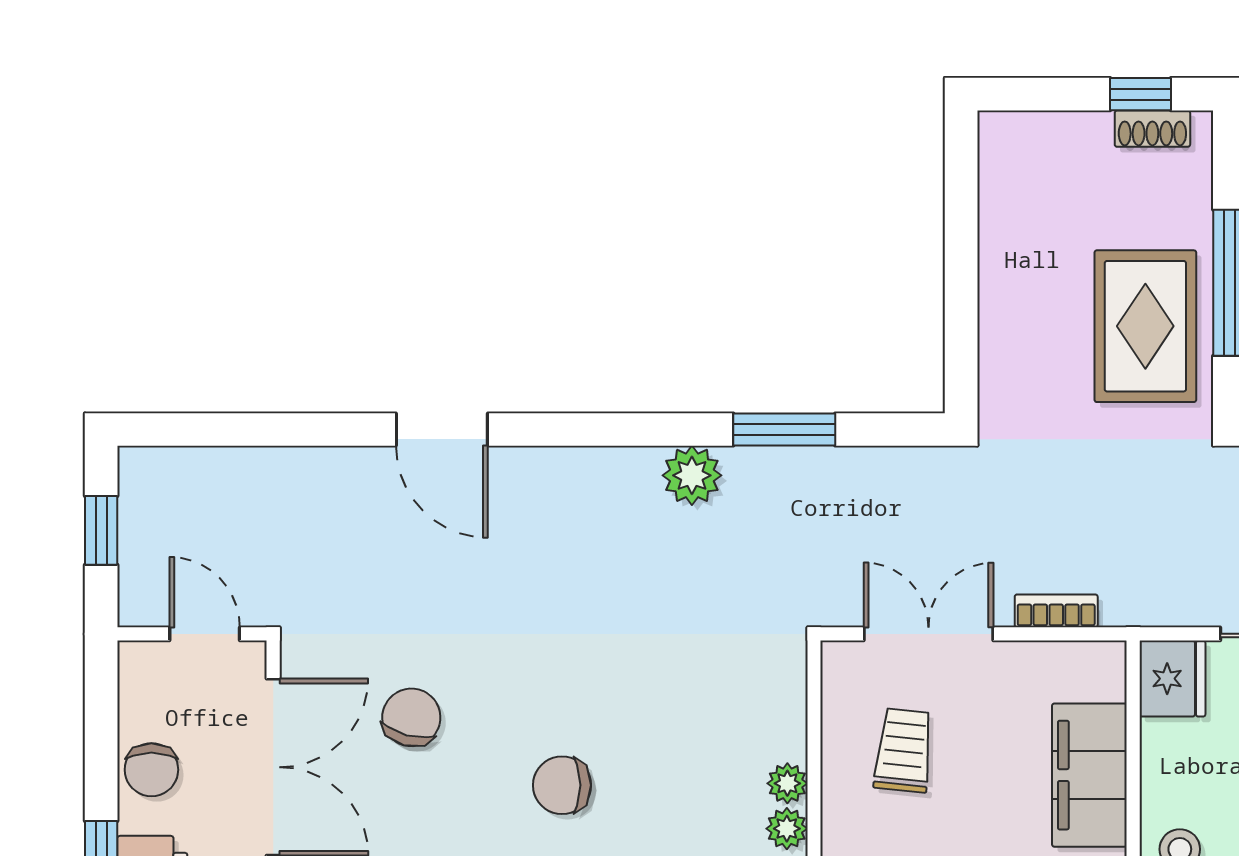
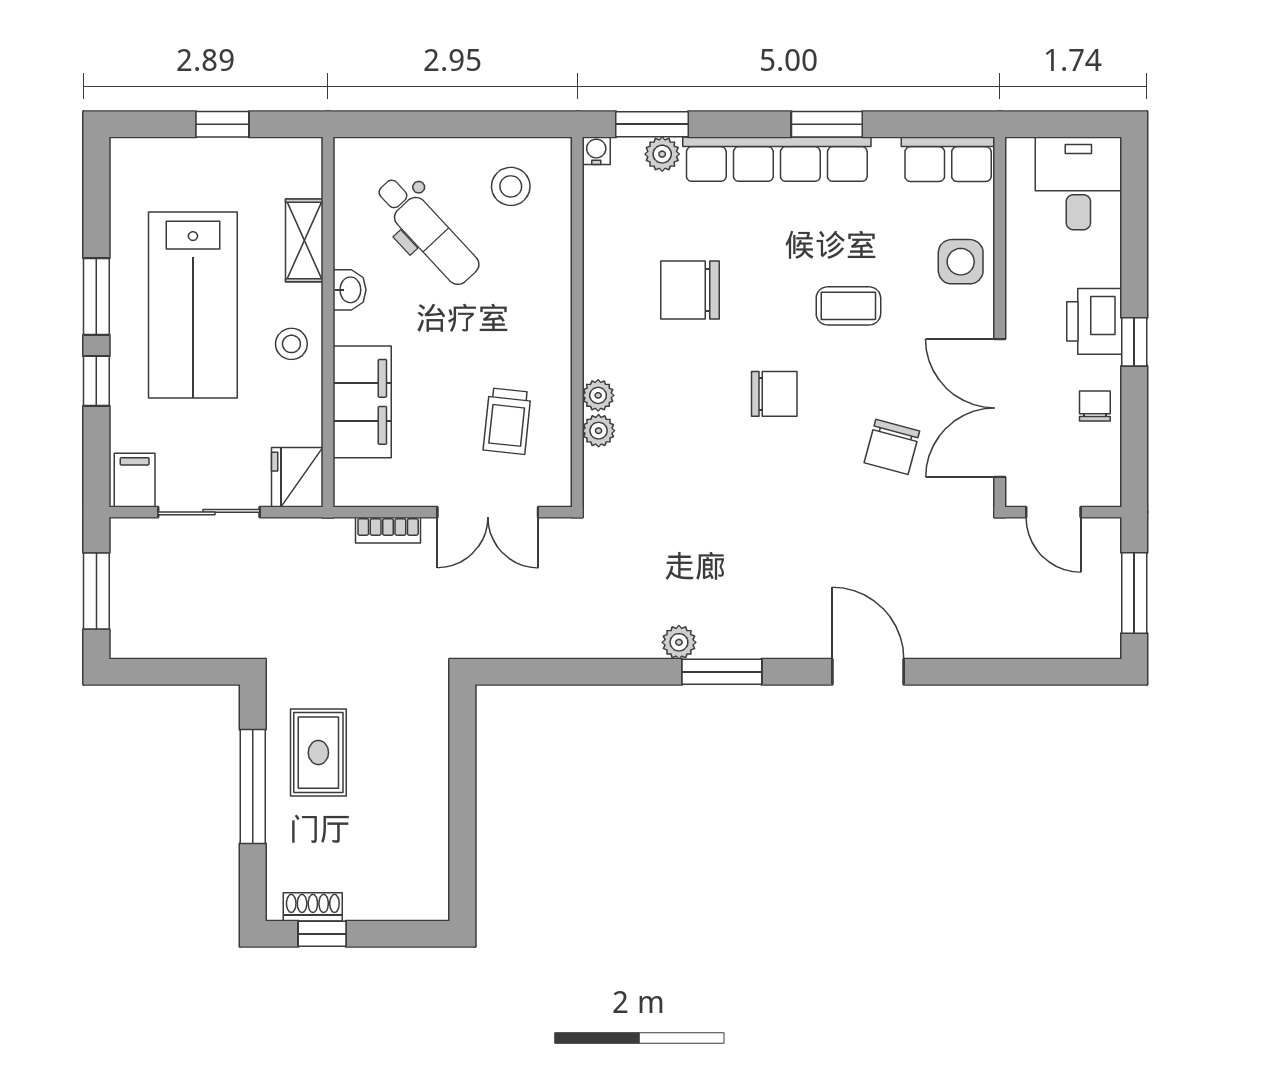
rug: (1145, 326) -> (318, 753), width x0.73, depth x0.70
window: (784, 430) -> (722, 672), moved
plant: (692, 475) -> (679, 642), width x0.73, depth x0.73
window: (101, 530) -> (1134, 593), width x1.50
chair: (151, 770) -> (1095, 406), width x0.73, depth x0.73
plant: (787, 829) -> (599, 431), moved

